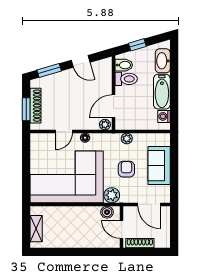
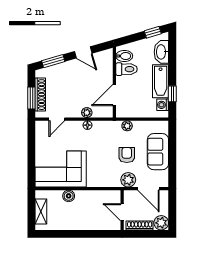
window: (137, 45) -> (153, 32), moved
window: (174, 105) -> (172, 94), added
plant: (105, 125) -> (87, 113), moved
door: (64, 132) -> (57, 119), moved
corner sofa: (67, 177) -> (61, 169), width x0.73, depth x0.74
plant: (112, 195) -> (128, 180), moved
boiler: (107, 212) -> (69, 196), moved
plant: (163, 240) -> (161, 223), added

